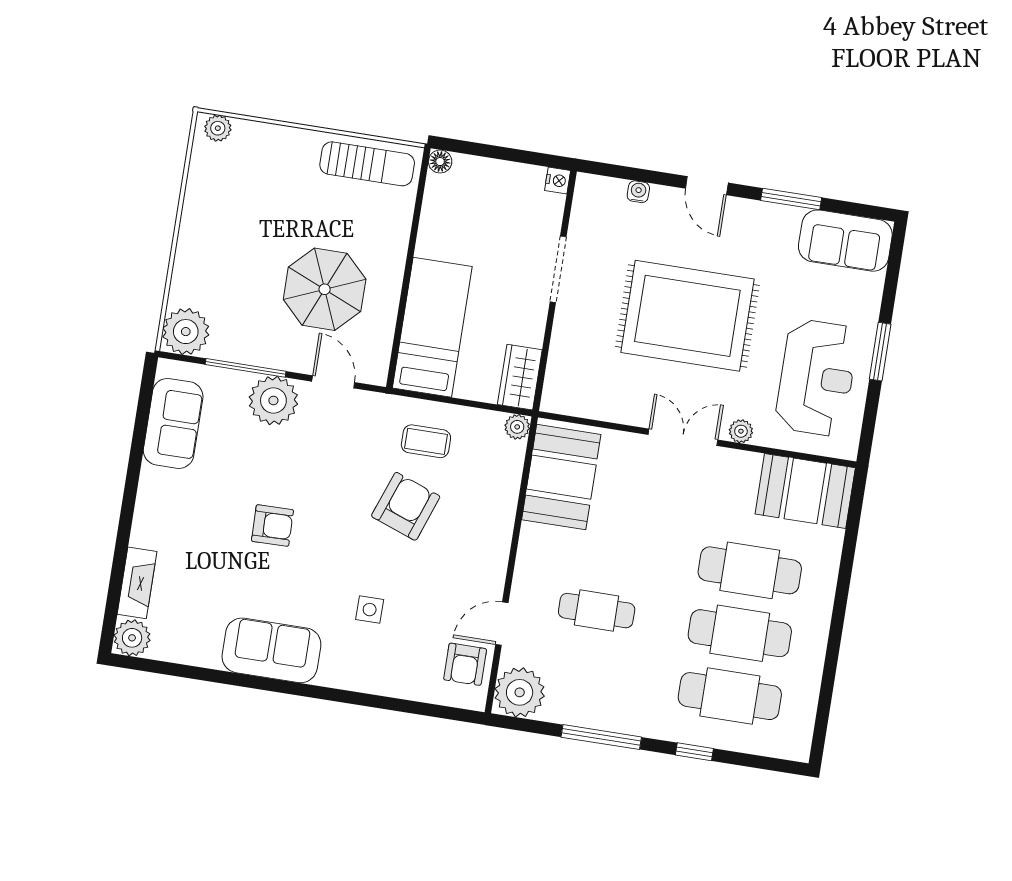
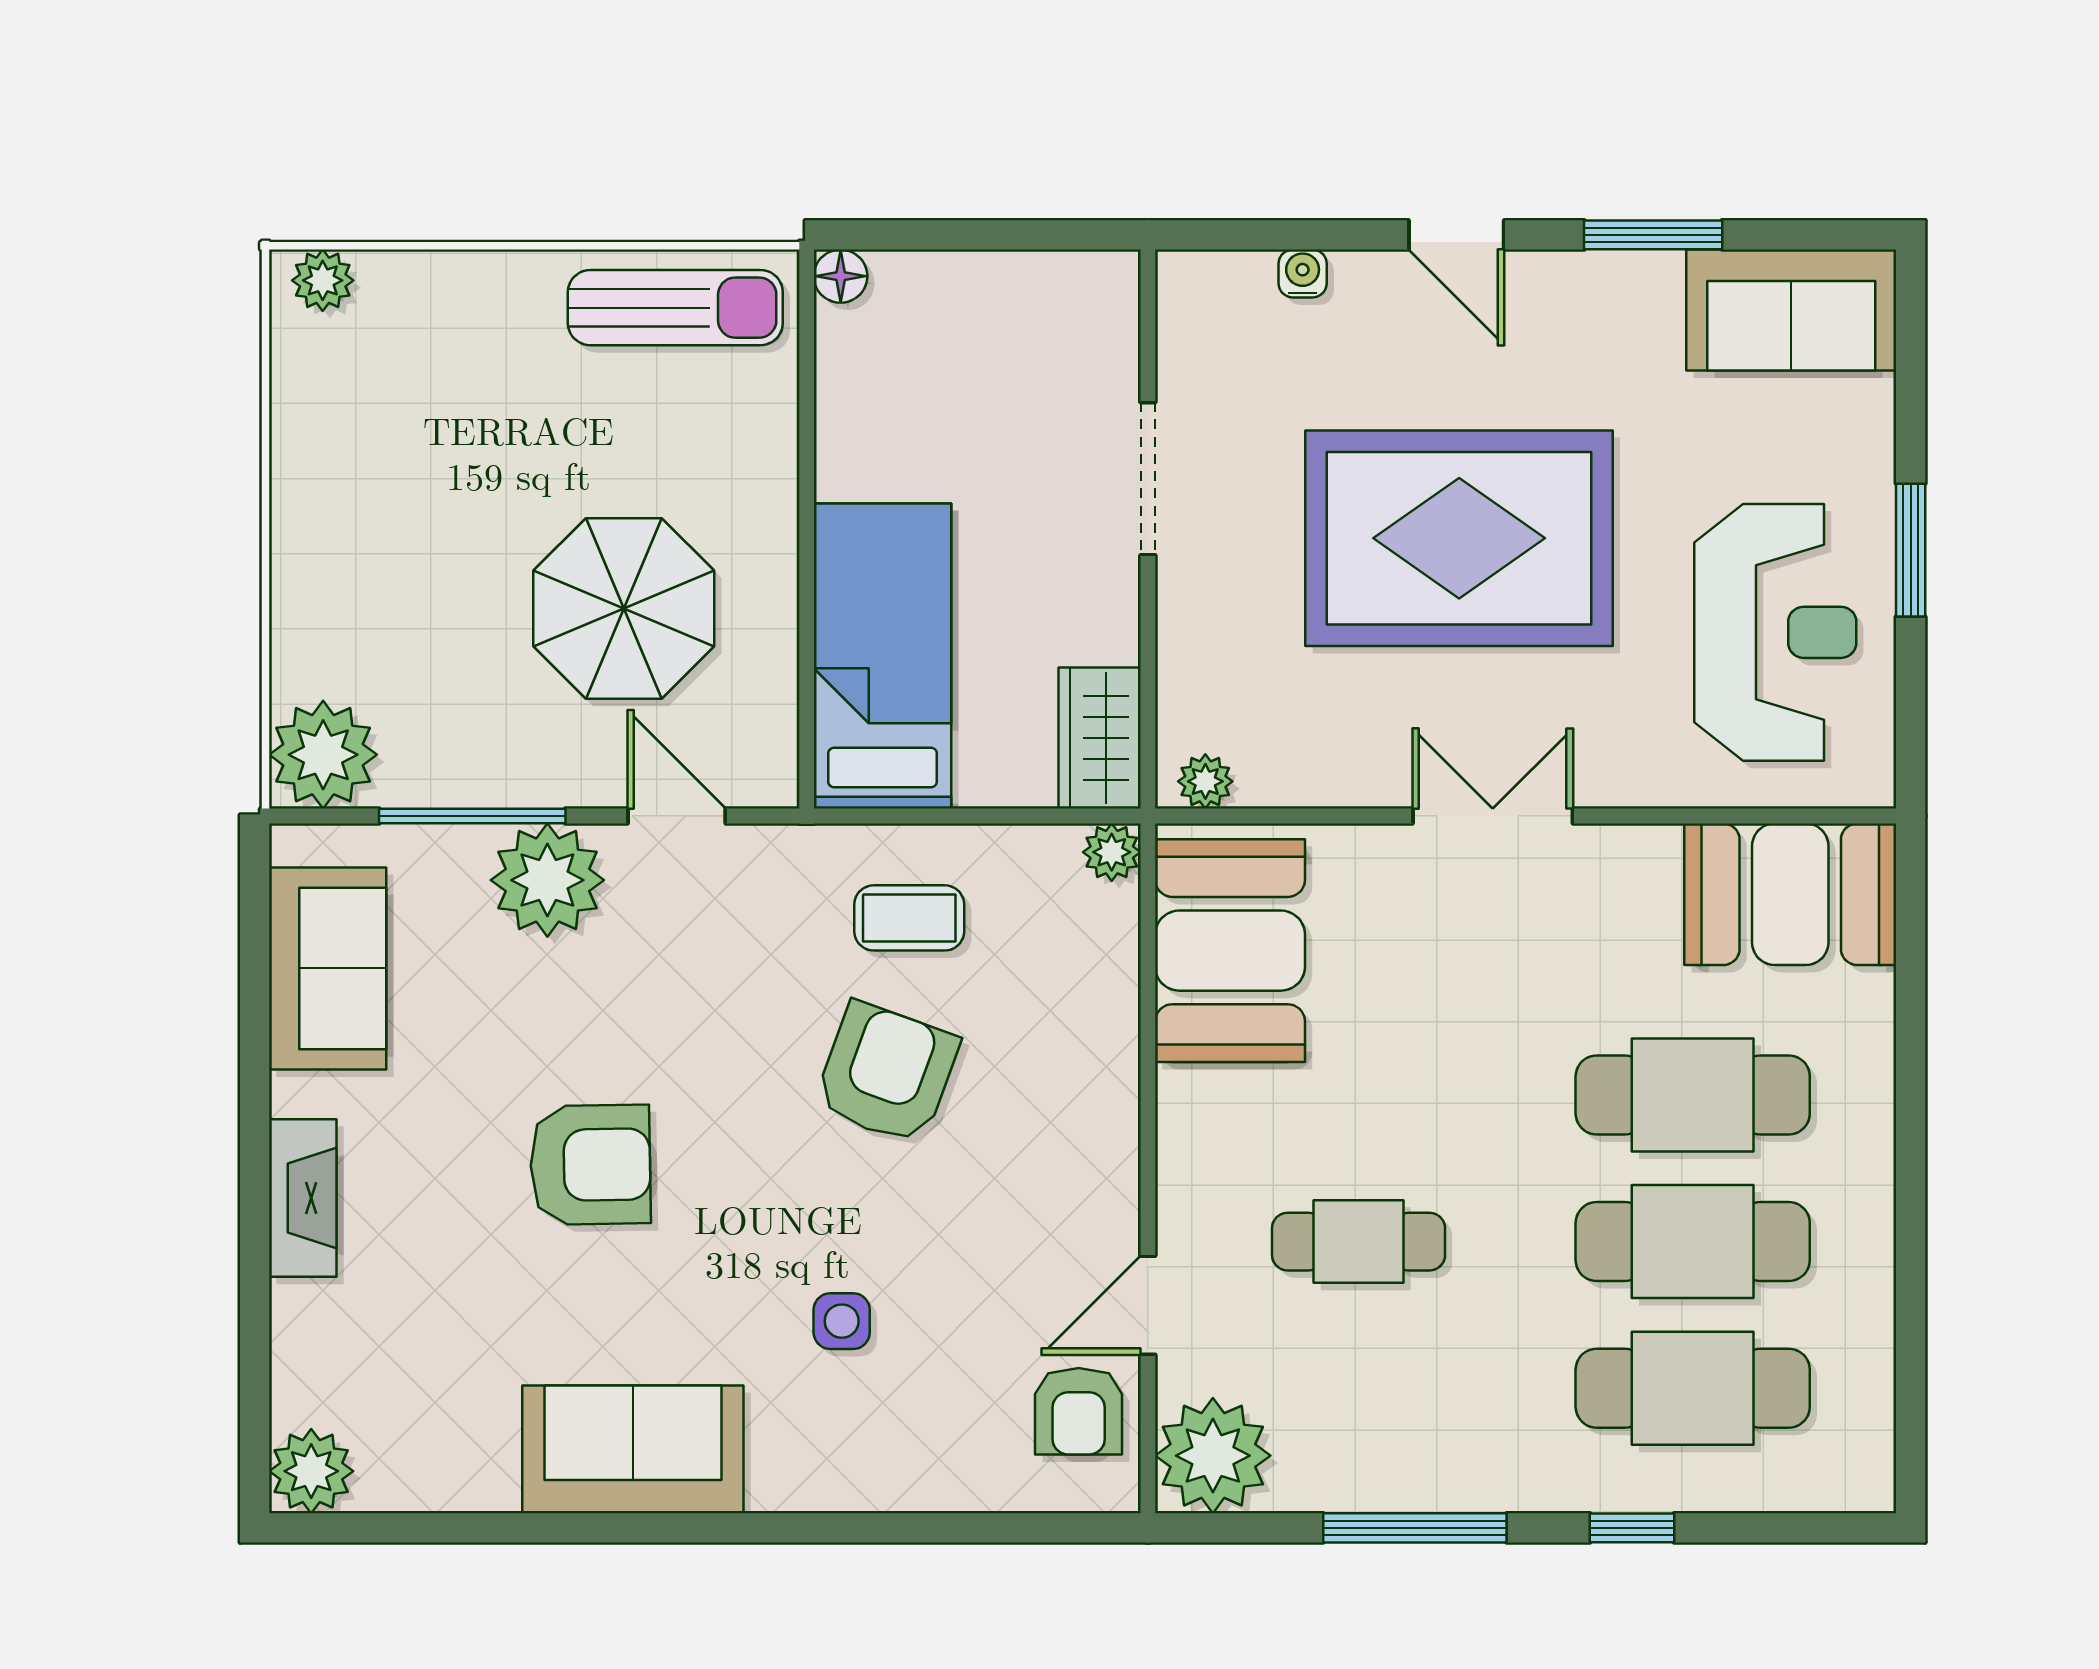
nightstand: (558, 180) -> (1115, 277), removed
plant: (741, 431) -> (1205, 781), moved
armchair: (272, 525) -> (590, 1165), width x1.38, depth x1.38
fireplace: (137, 583) -> (303, 1198), moved

